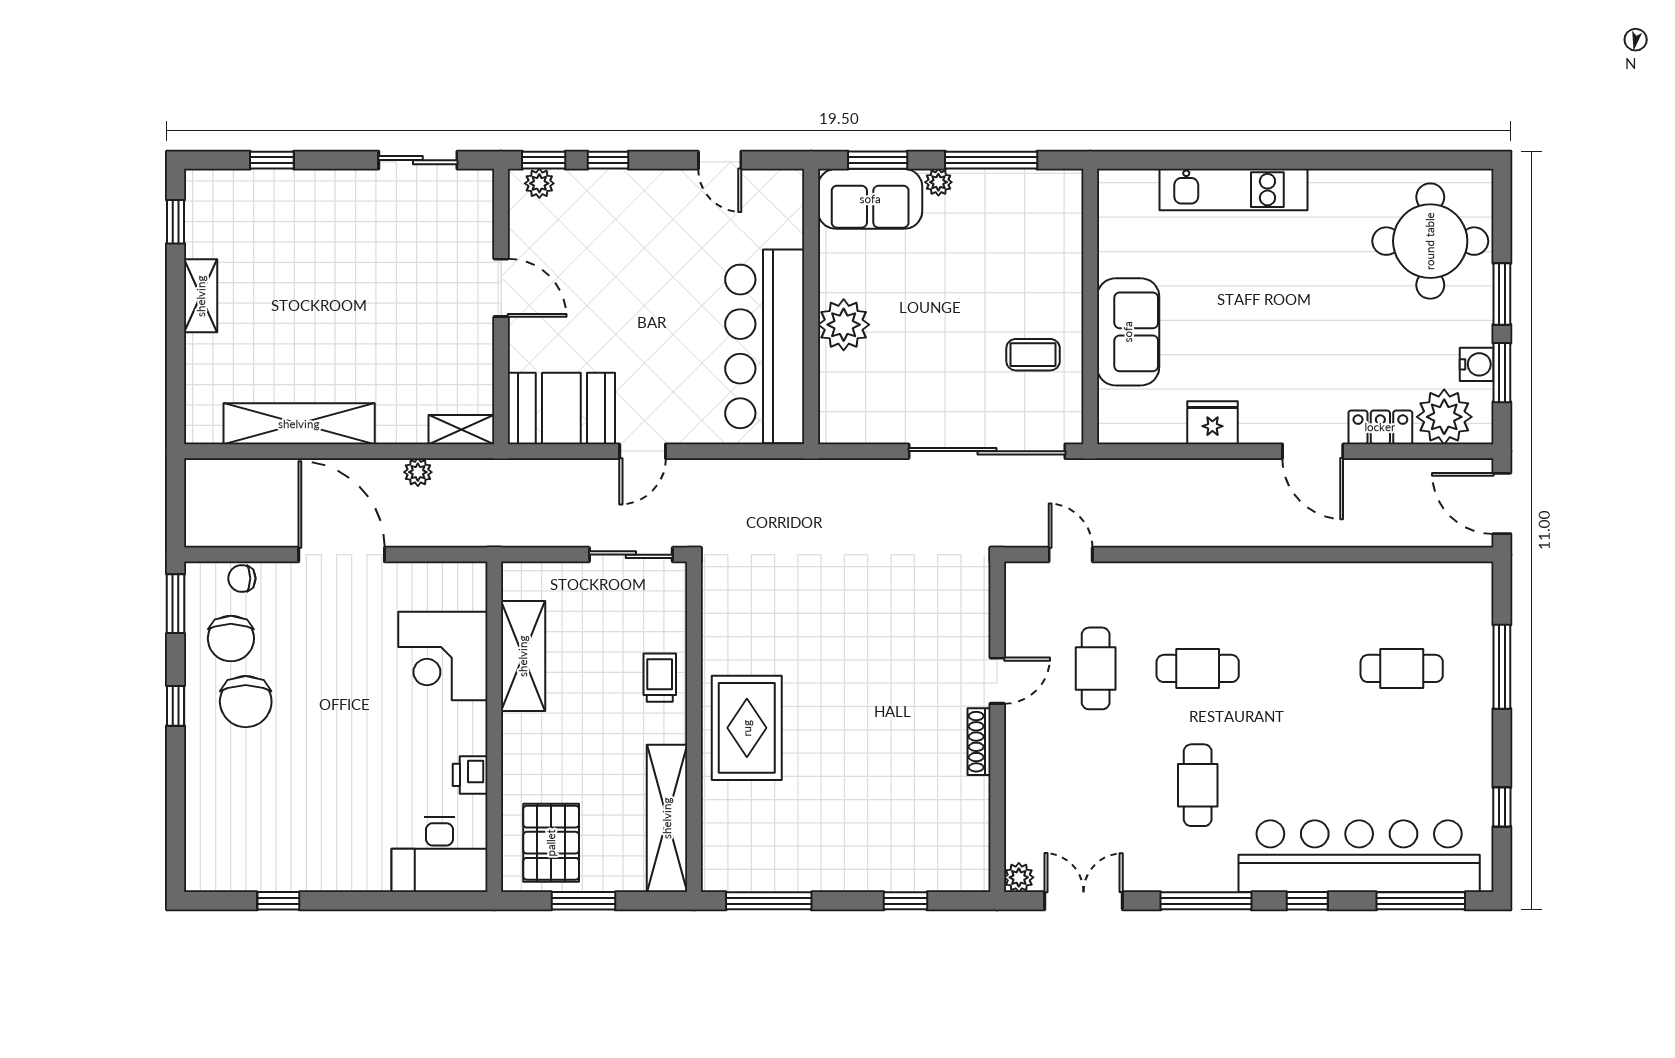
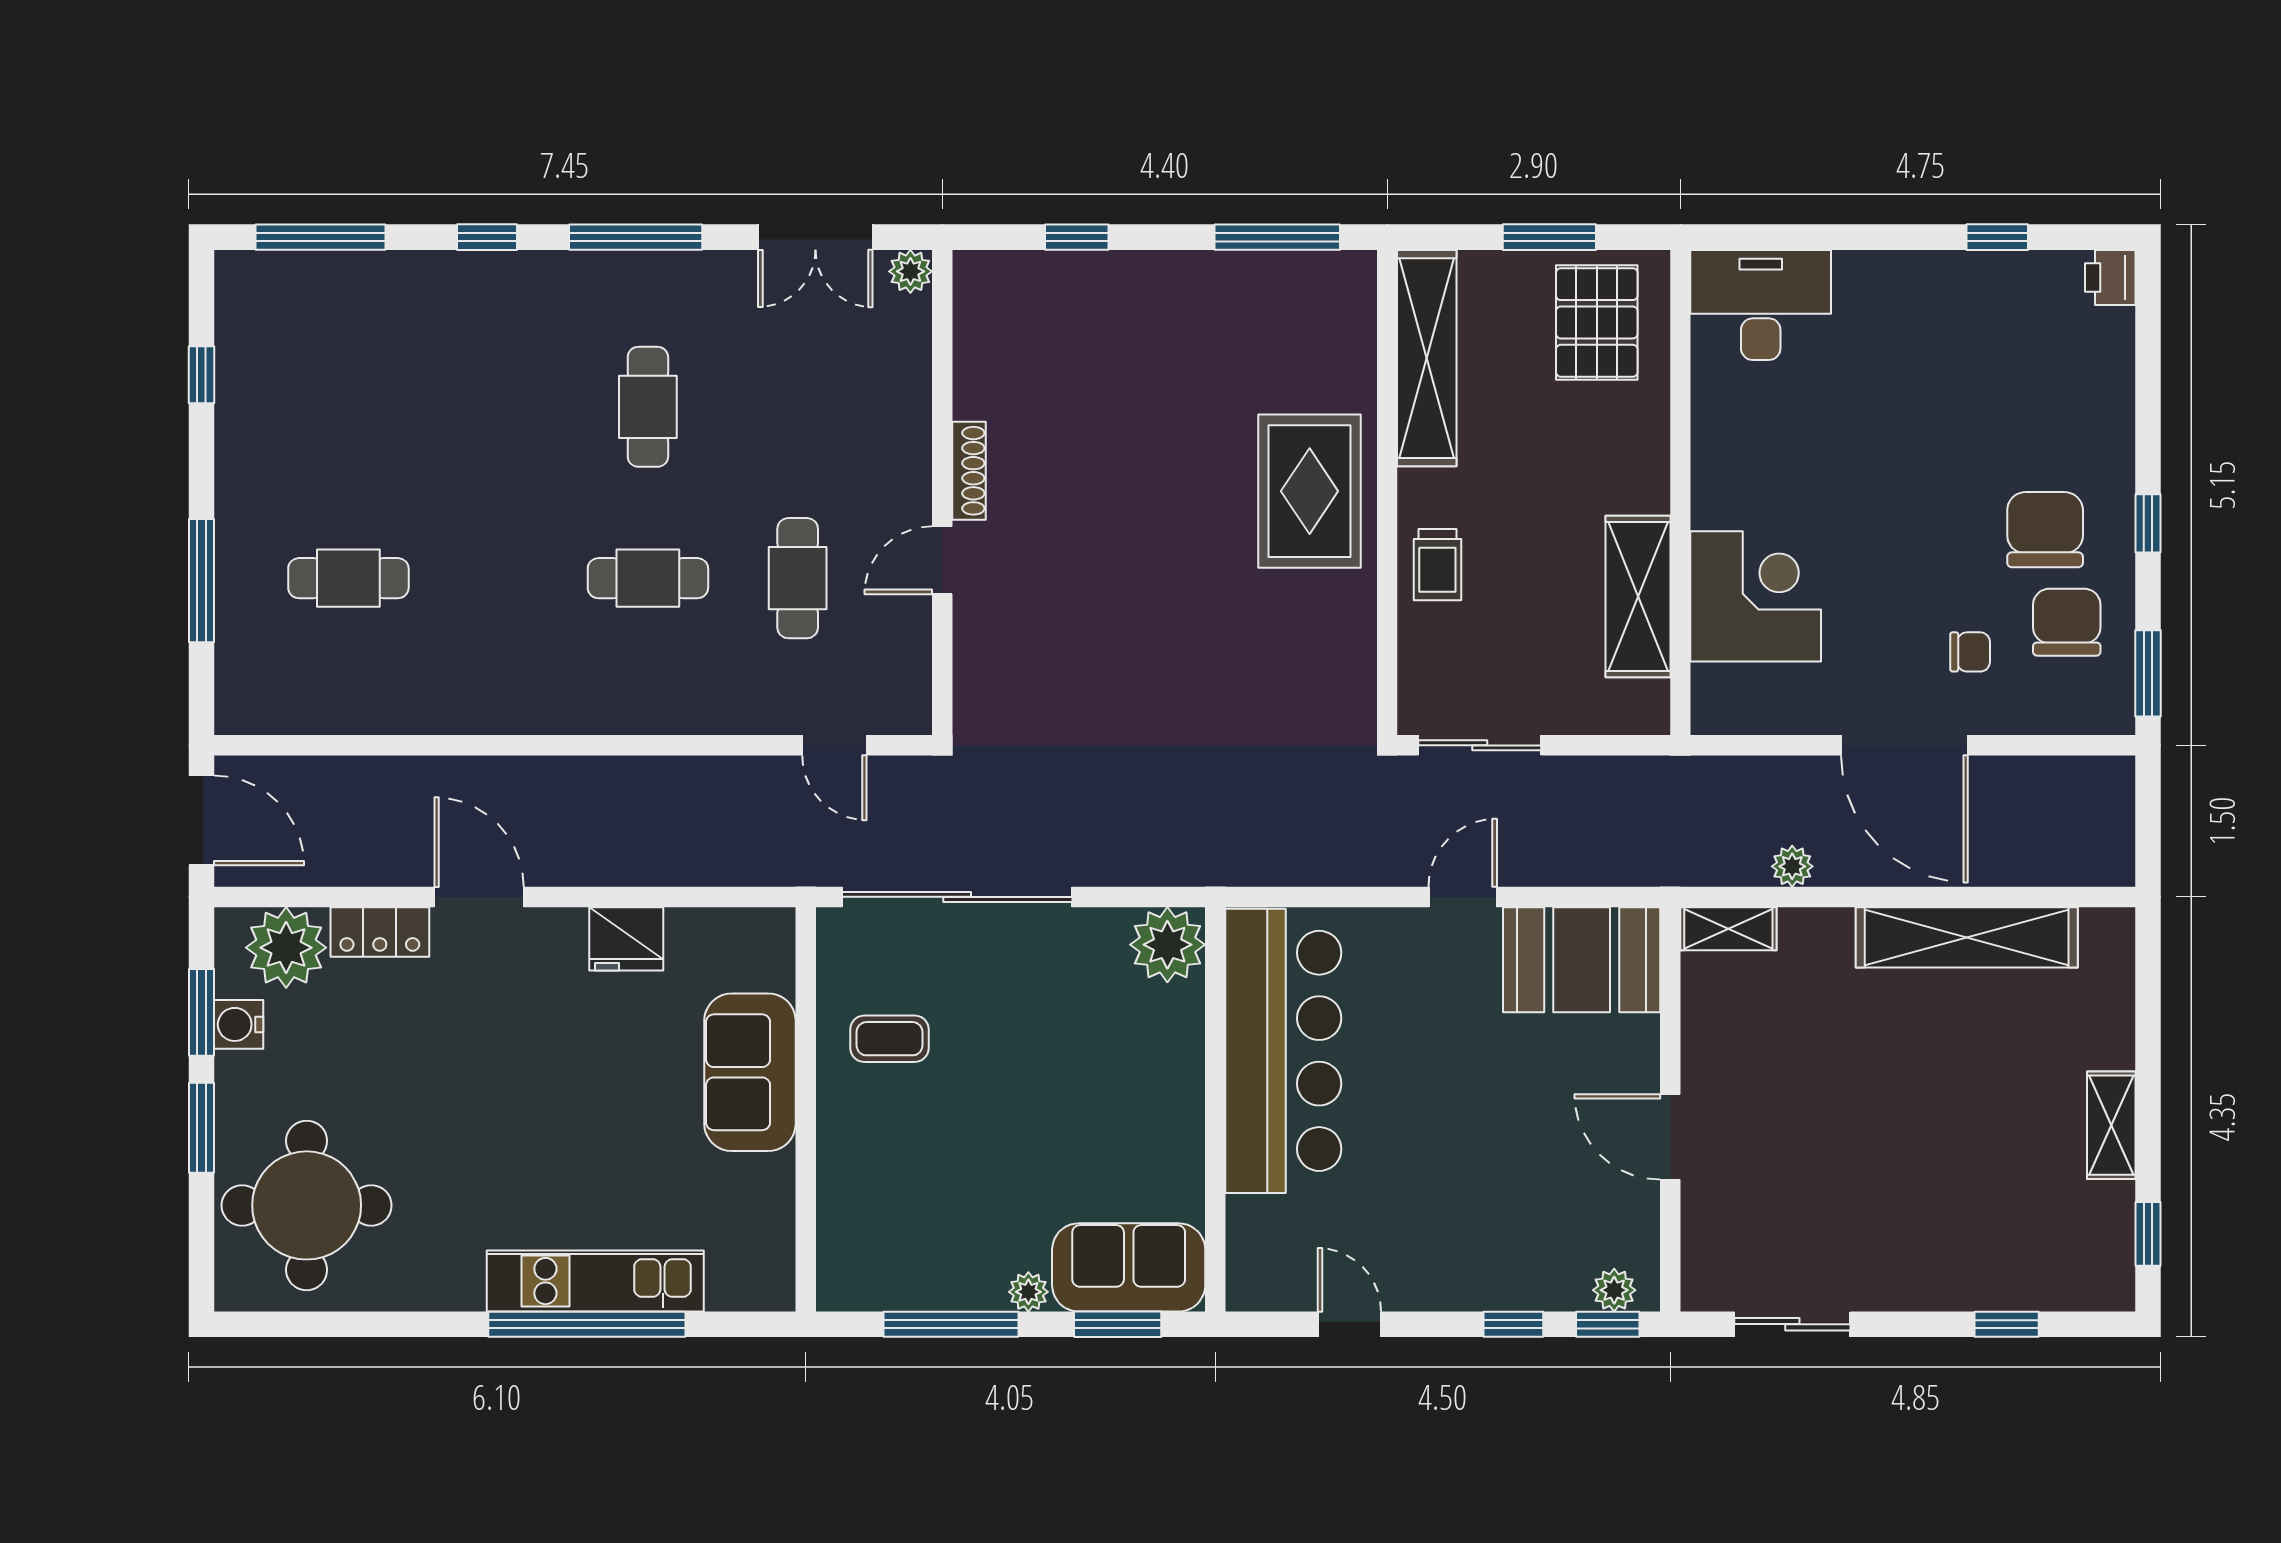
window: (1239, 160) -> (587, 1324), added
plant: (844, 325) -> (1167, 945), moved
chair: (242, 578) -> (1970, 652), moved
printer: (470, 775) -> (2110, 277), moved, turned 180
bar counter: (1359, 856) -> (411, 303), removed

